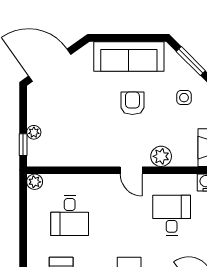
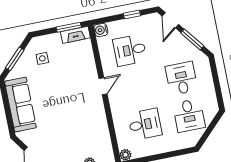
armchair: (132, 103) -> (54, 95), removed
plant: (161, 156) -> (88, 66), removed

